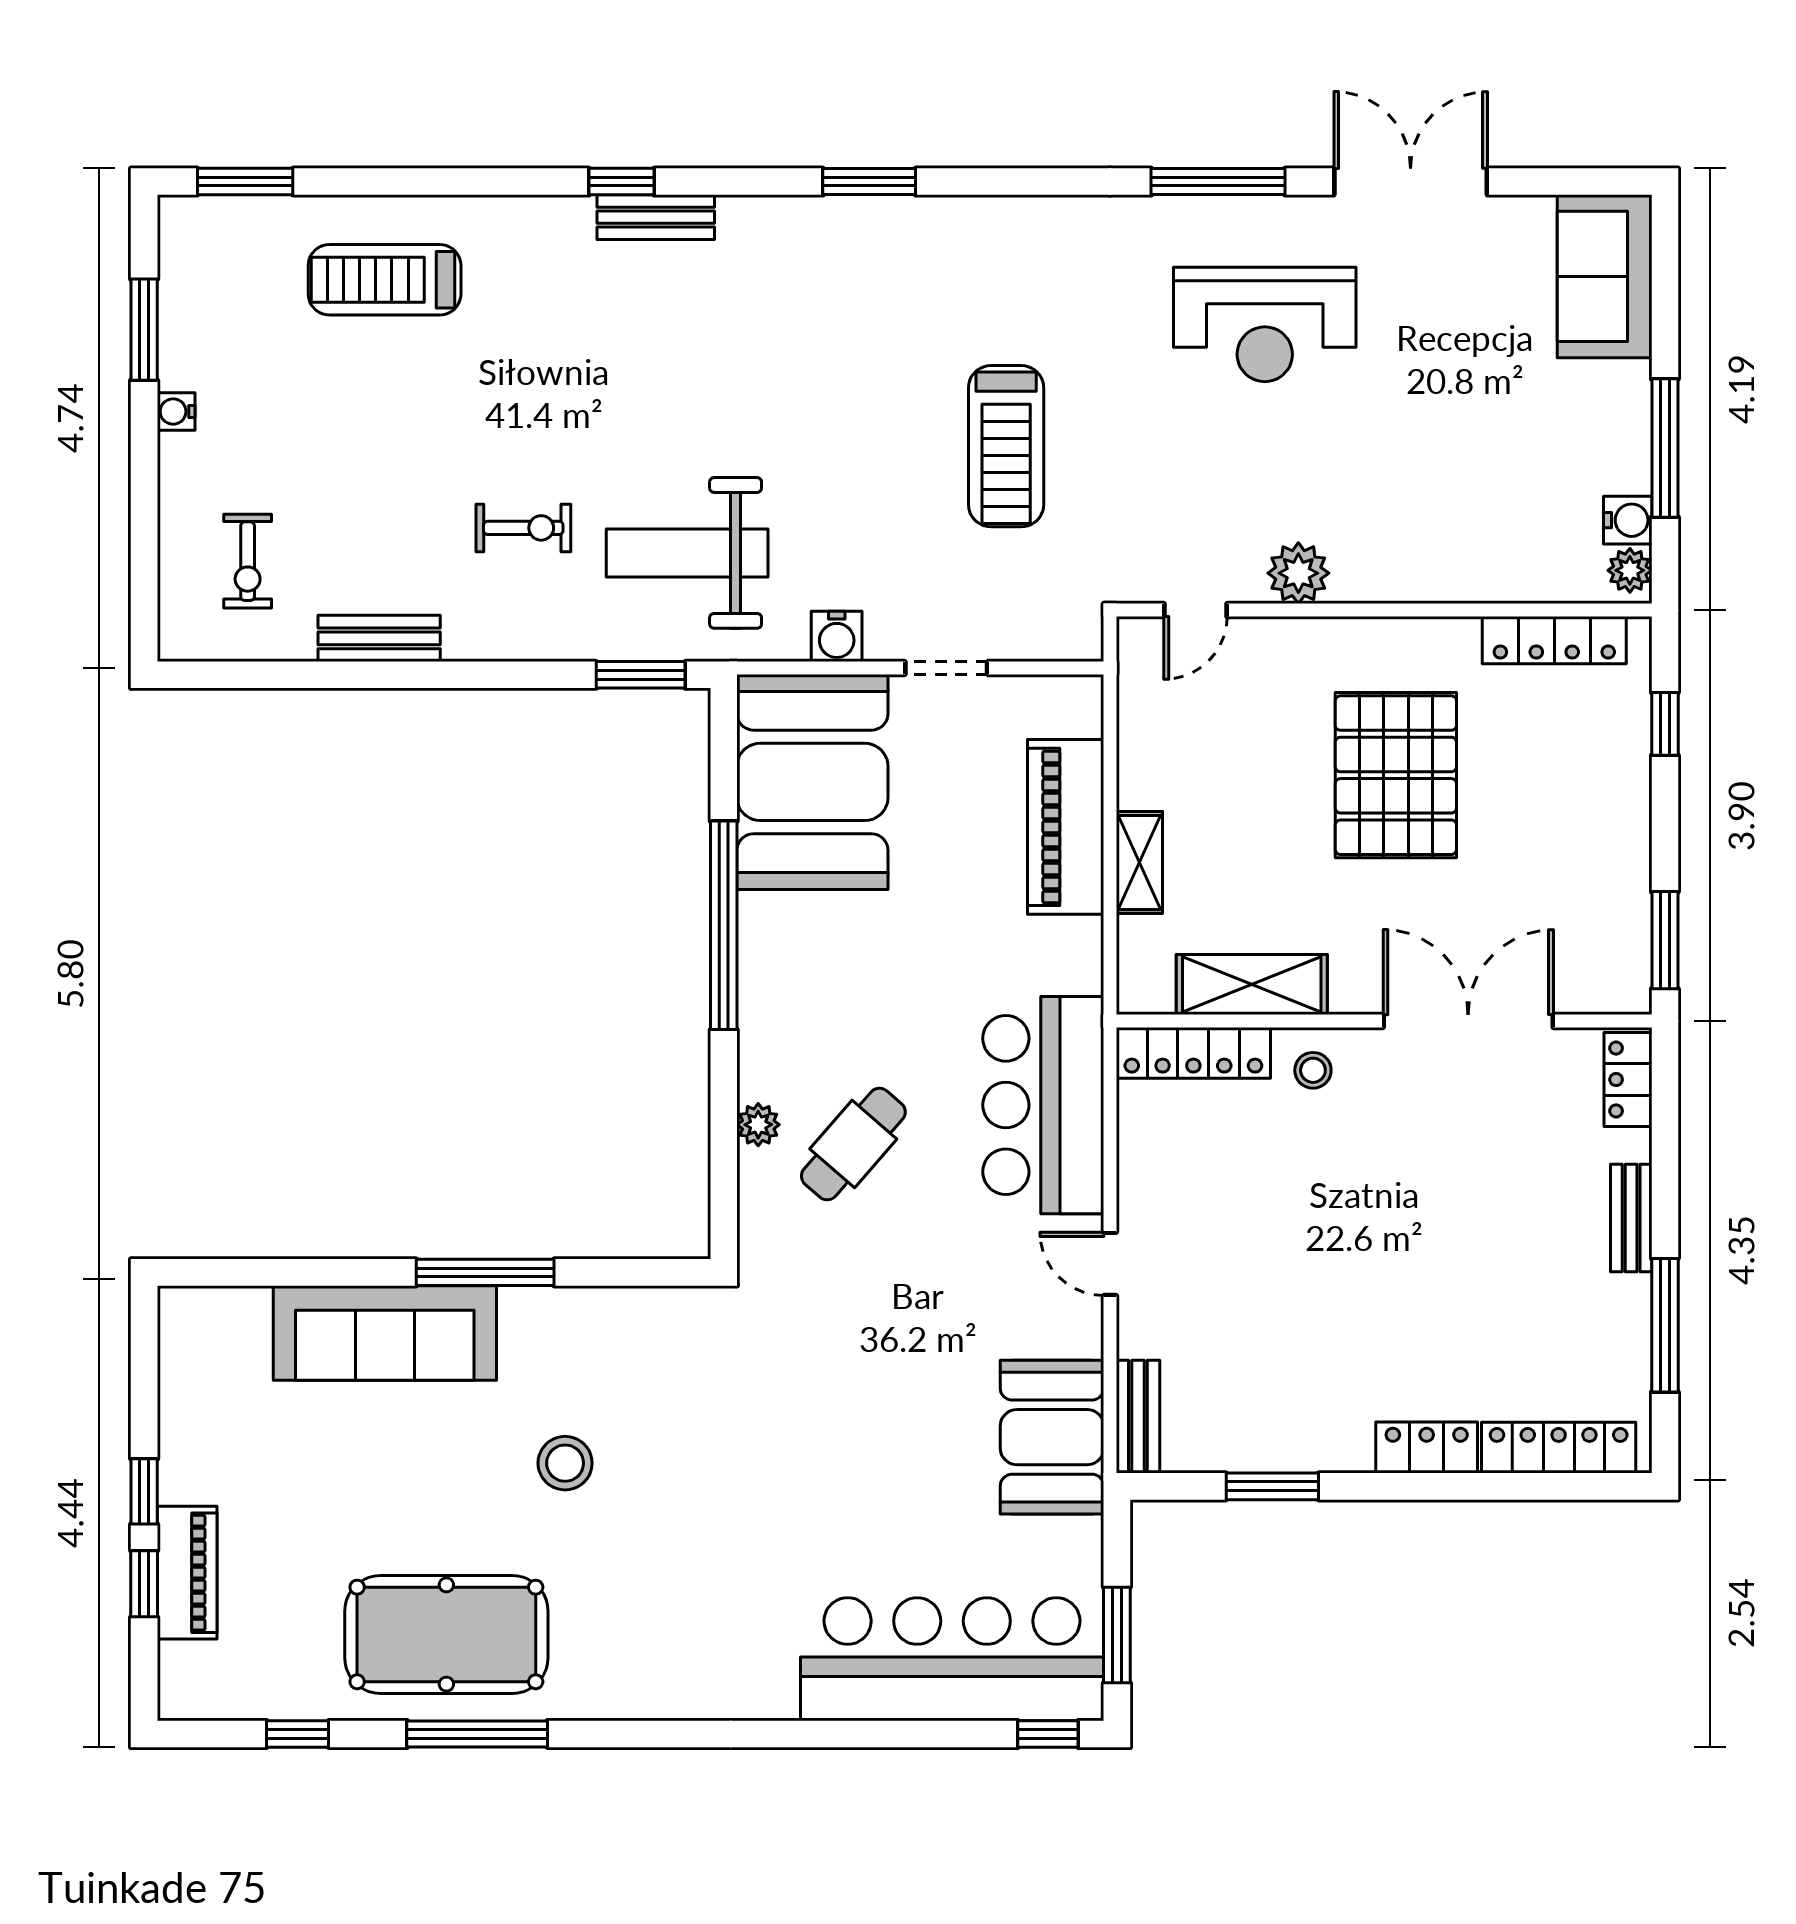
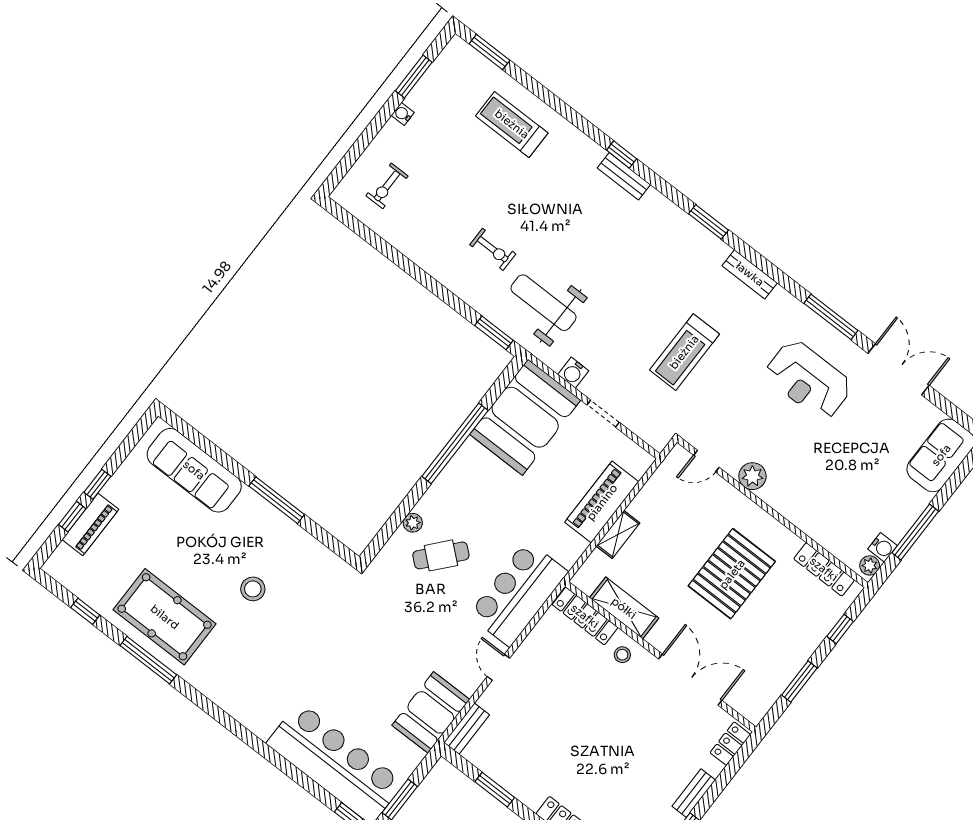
bench: (379, 638) -> (750, 274), moved
window: (1665, 940) -> (799, 681), moved
sofa: (385, 1333) -> (194, 470), moved

